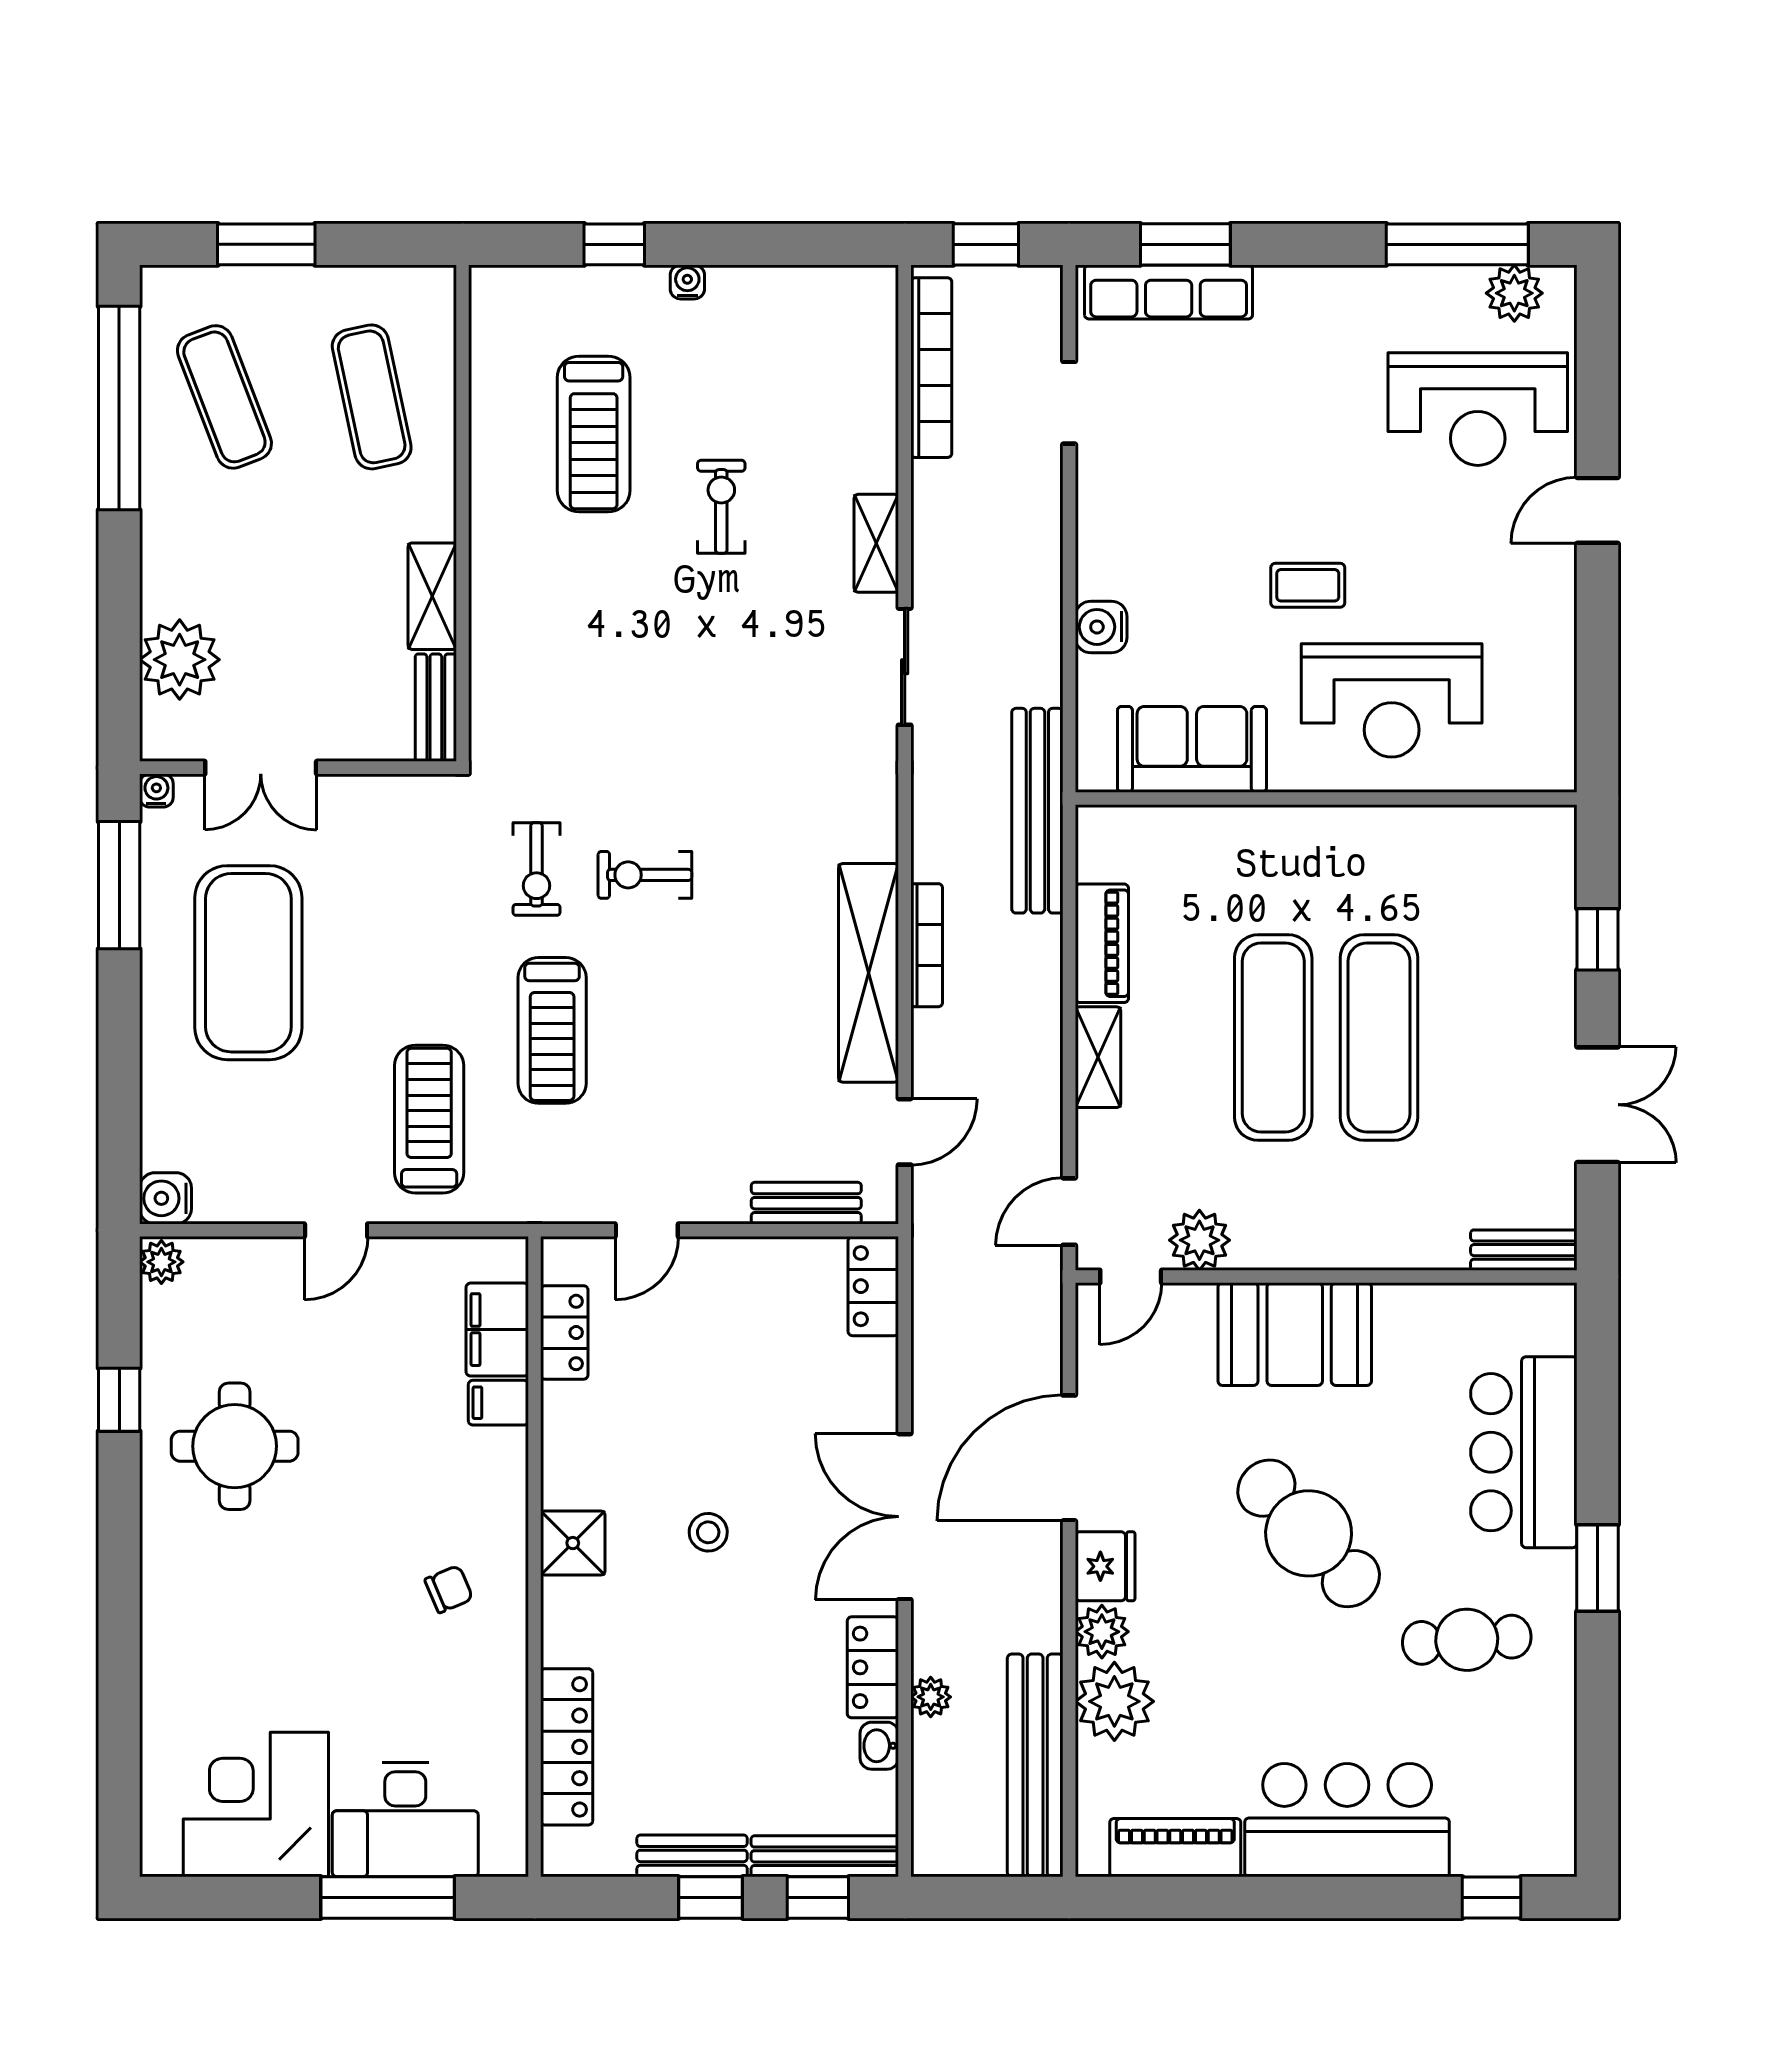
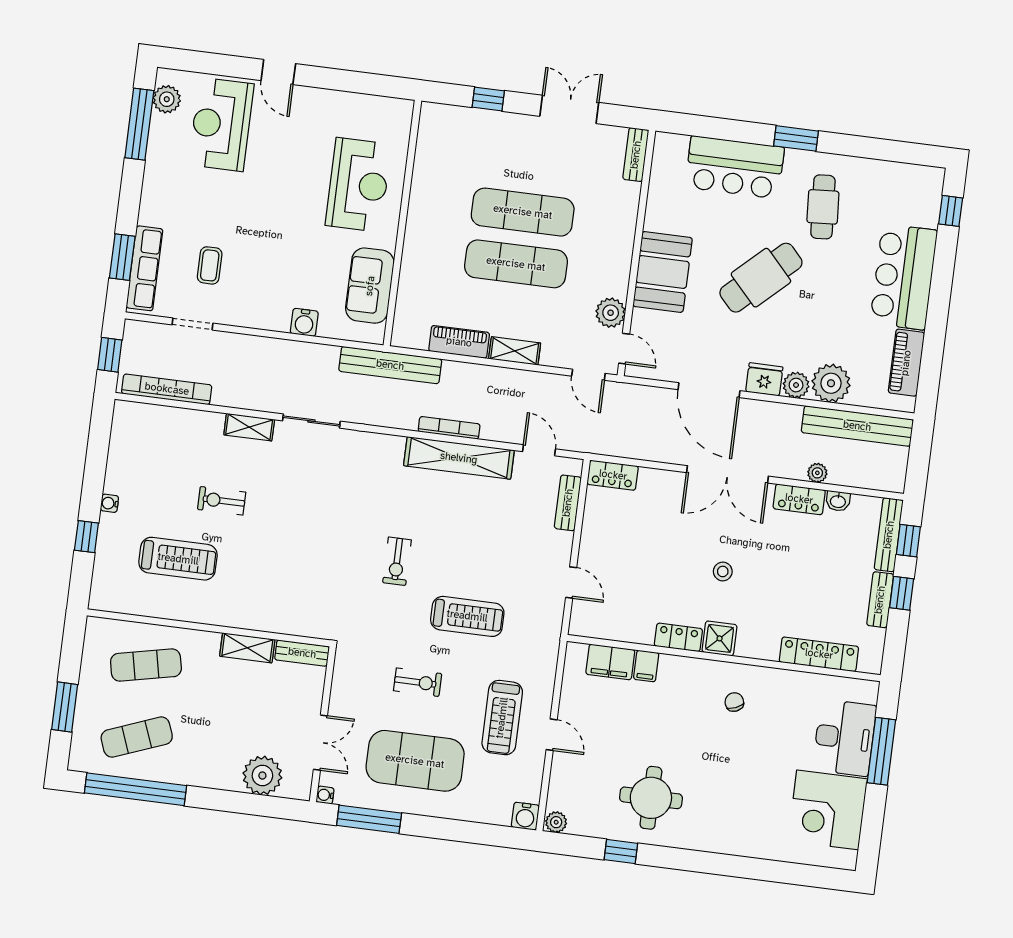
reception desk: (1478, 409) -> (221, 124), turned 180
coffee table: (1308, 585) -> (210, 265), moved
exercise bike: (537, 869) -> (418, 682), moved
treadmill: (429, 1119) -> (502, 718), moved, turned -90
locker: (564, 1332) -> (678, 637), moved

